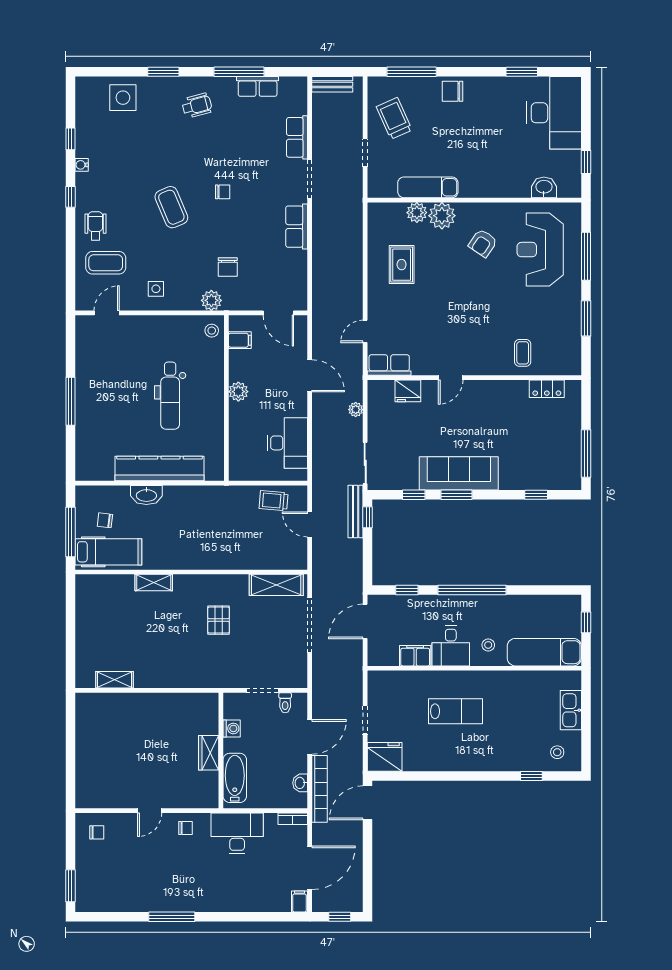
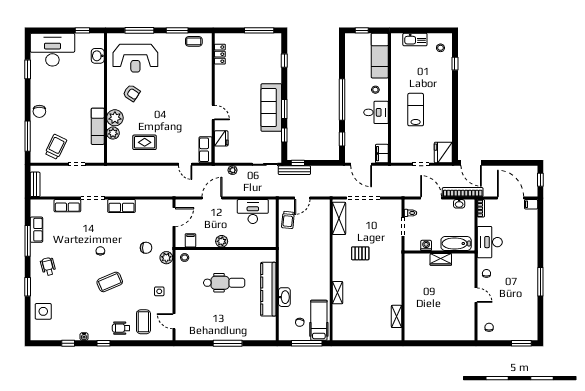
trolley: (394, 118) -> (56, 147), turned 140
coffee table: (523, 353) -> (194, 41), moved
filing cabinet: (415, 656) -> (382, 154), moved

